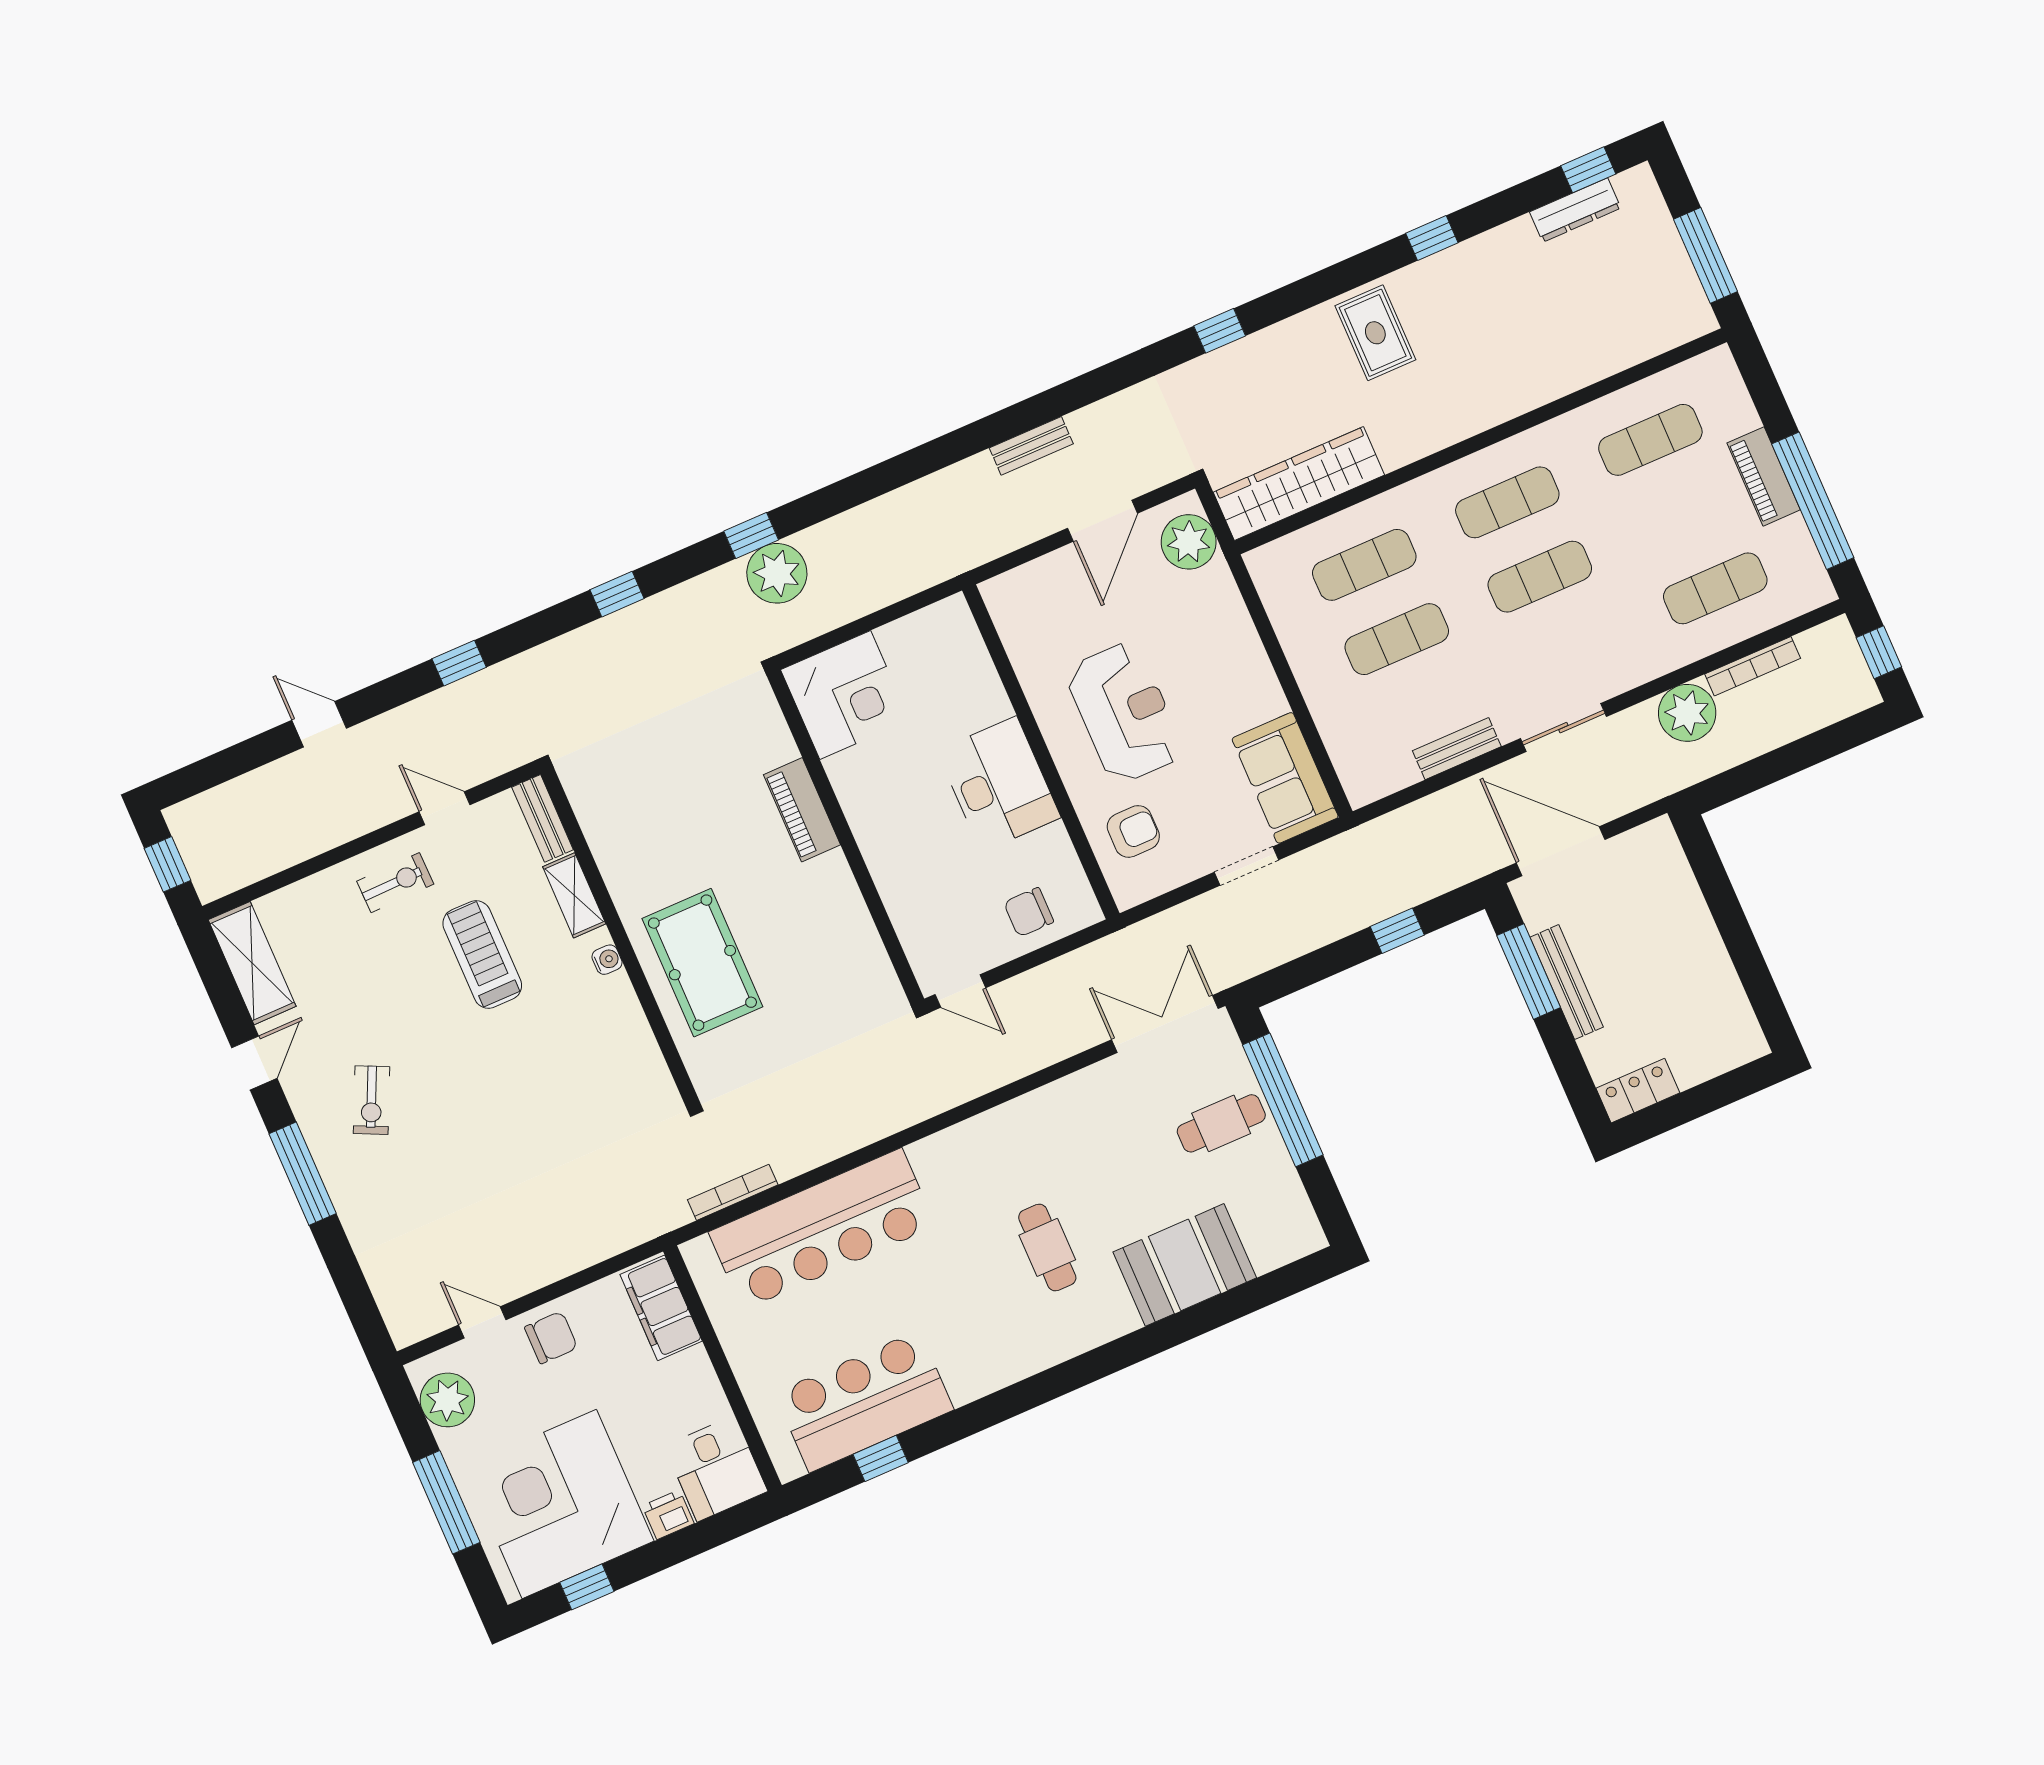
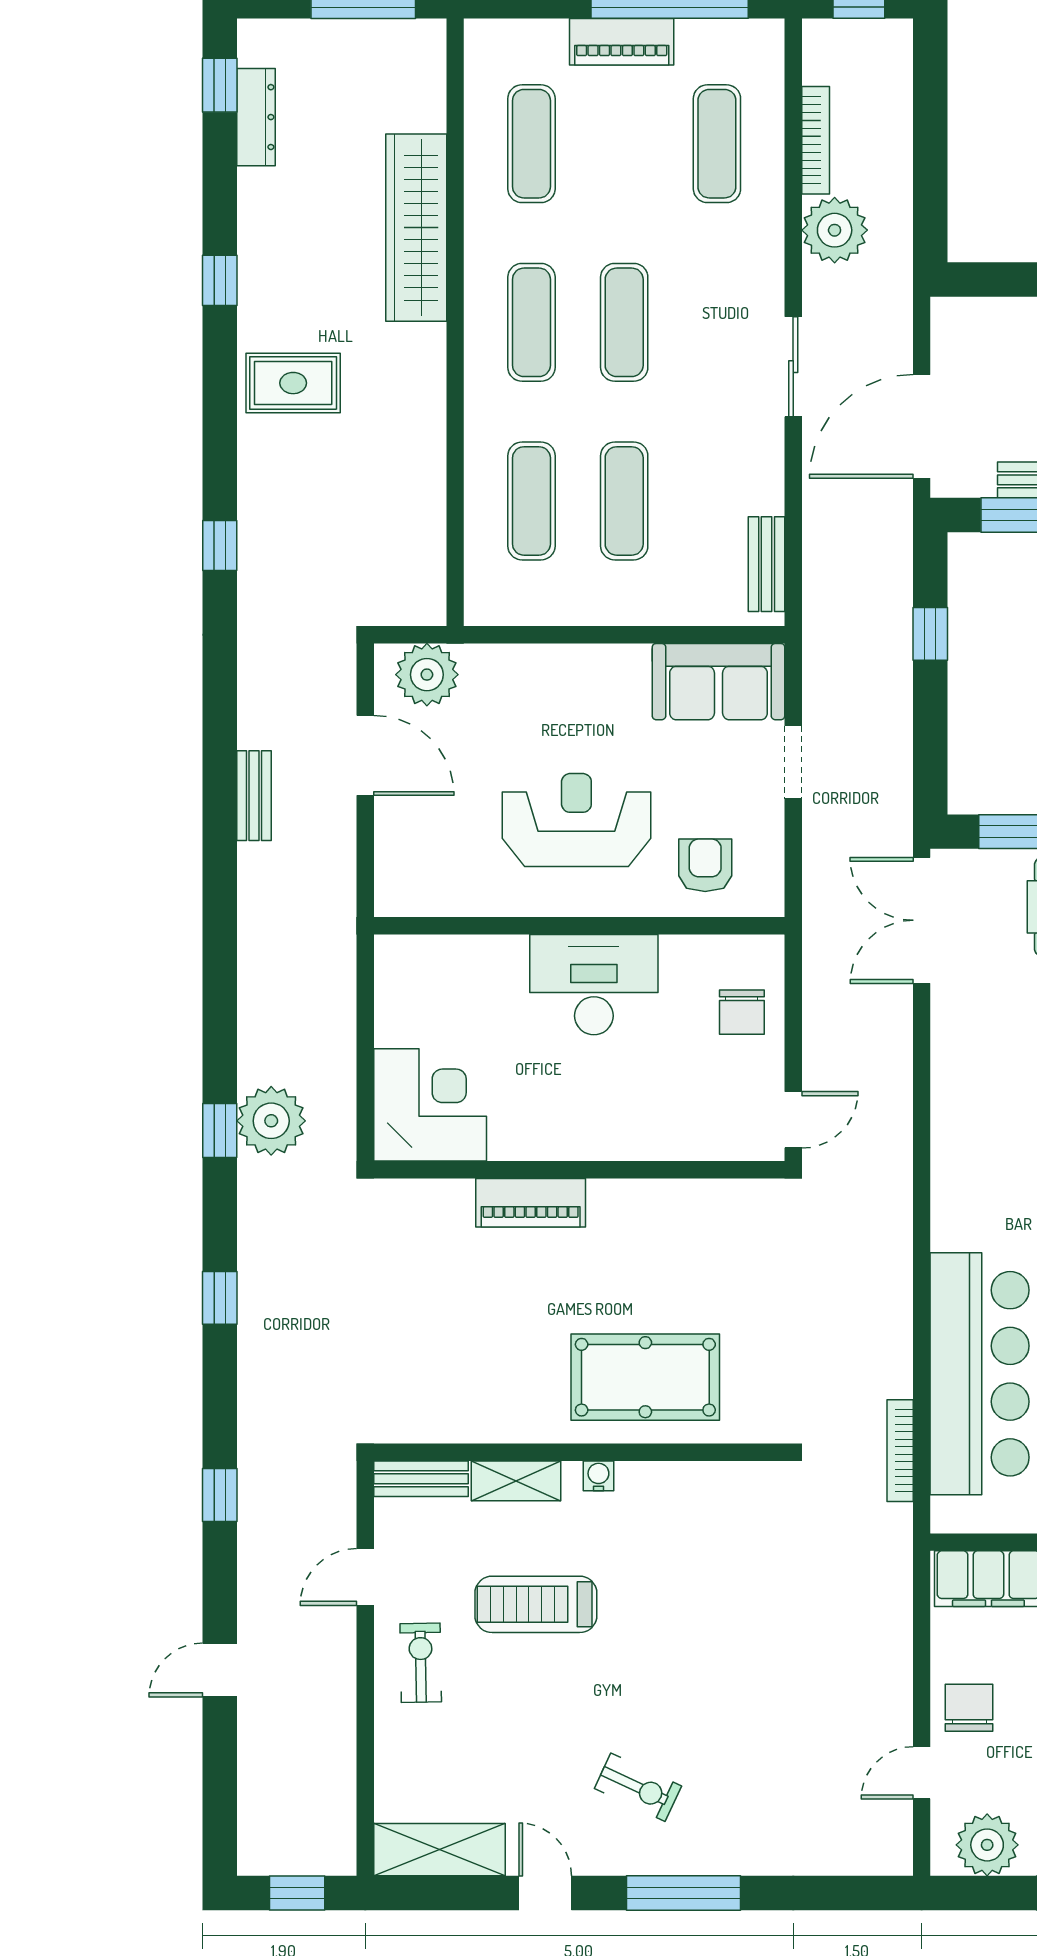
wardrobe: (1299, 484) -> (416, 228), moved
bench: (1457, 749) -> (767, 564), moved

